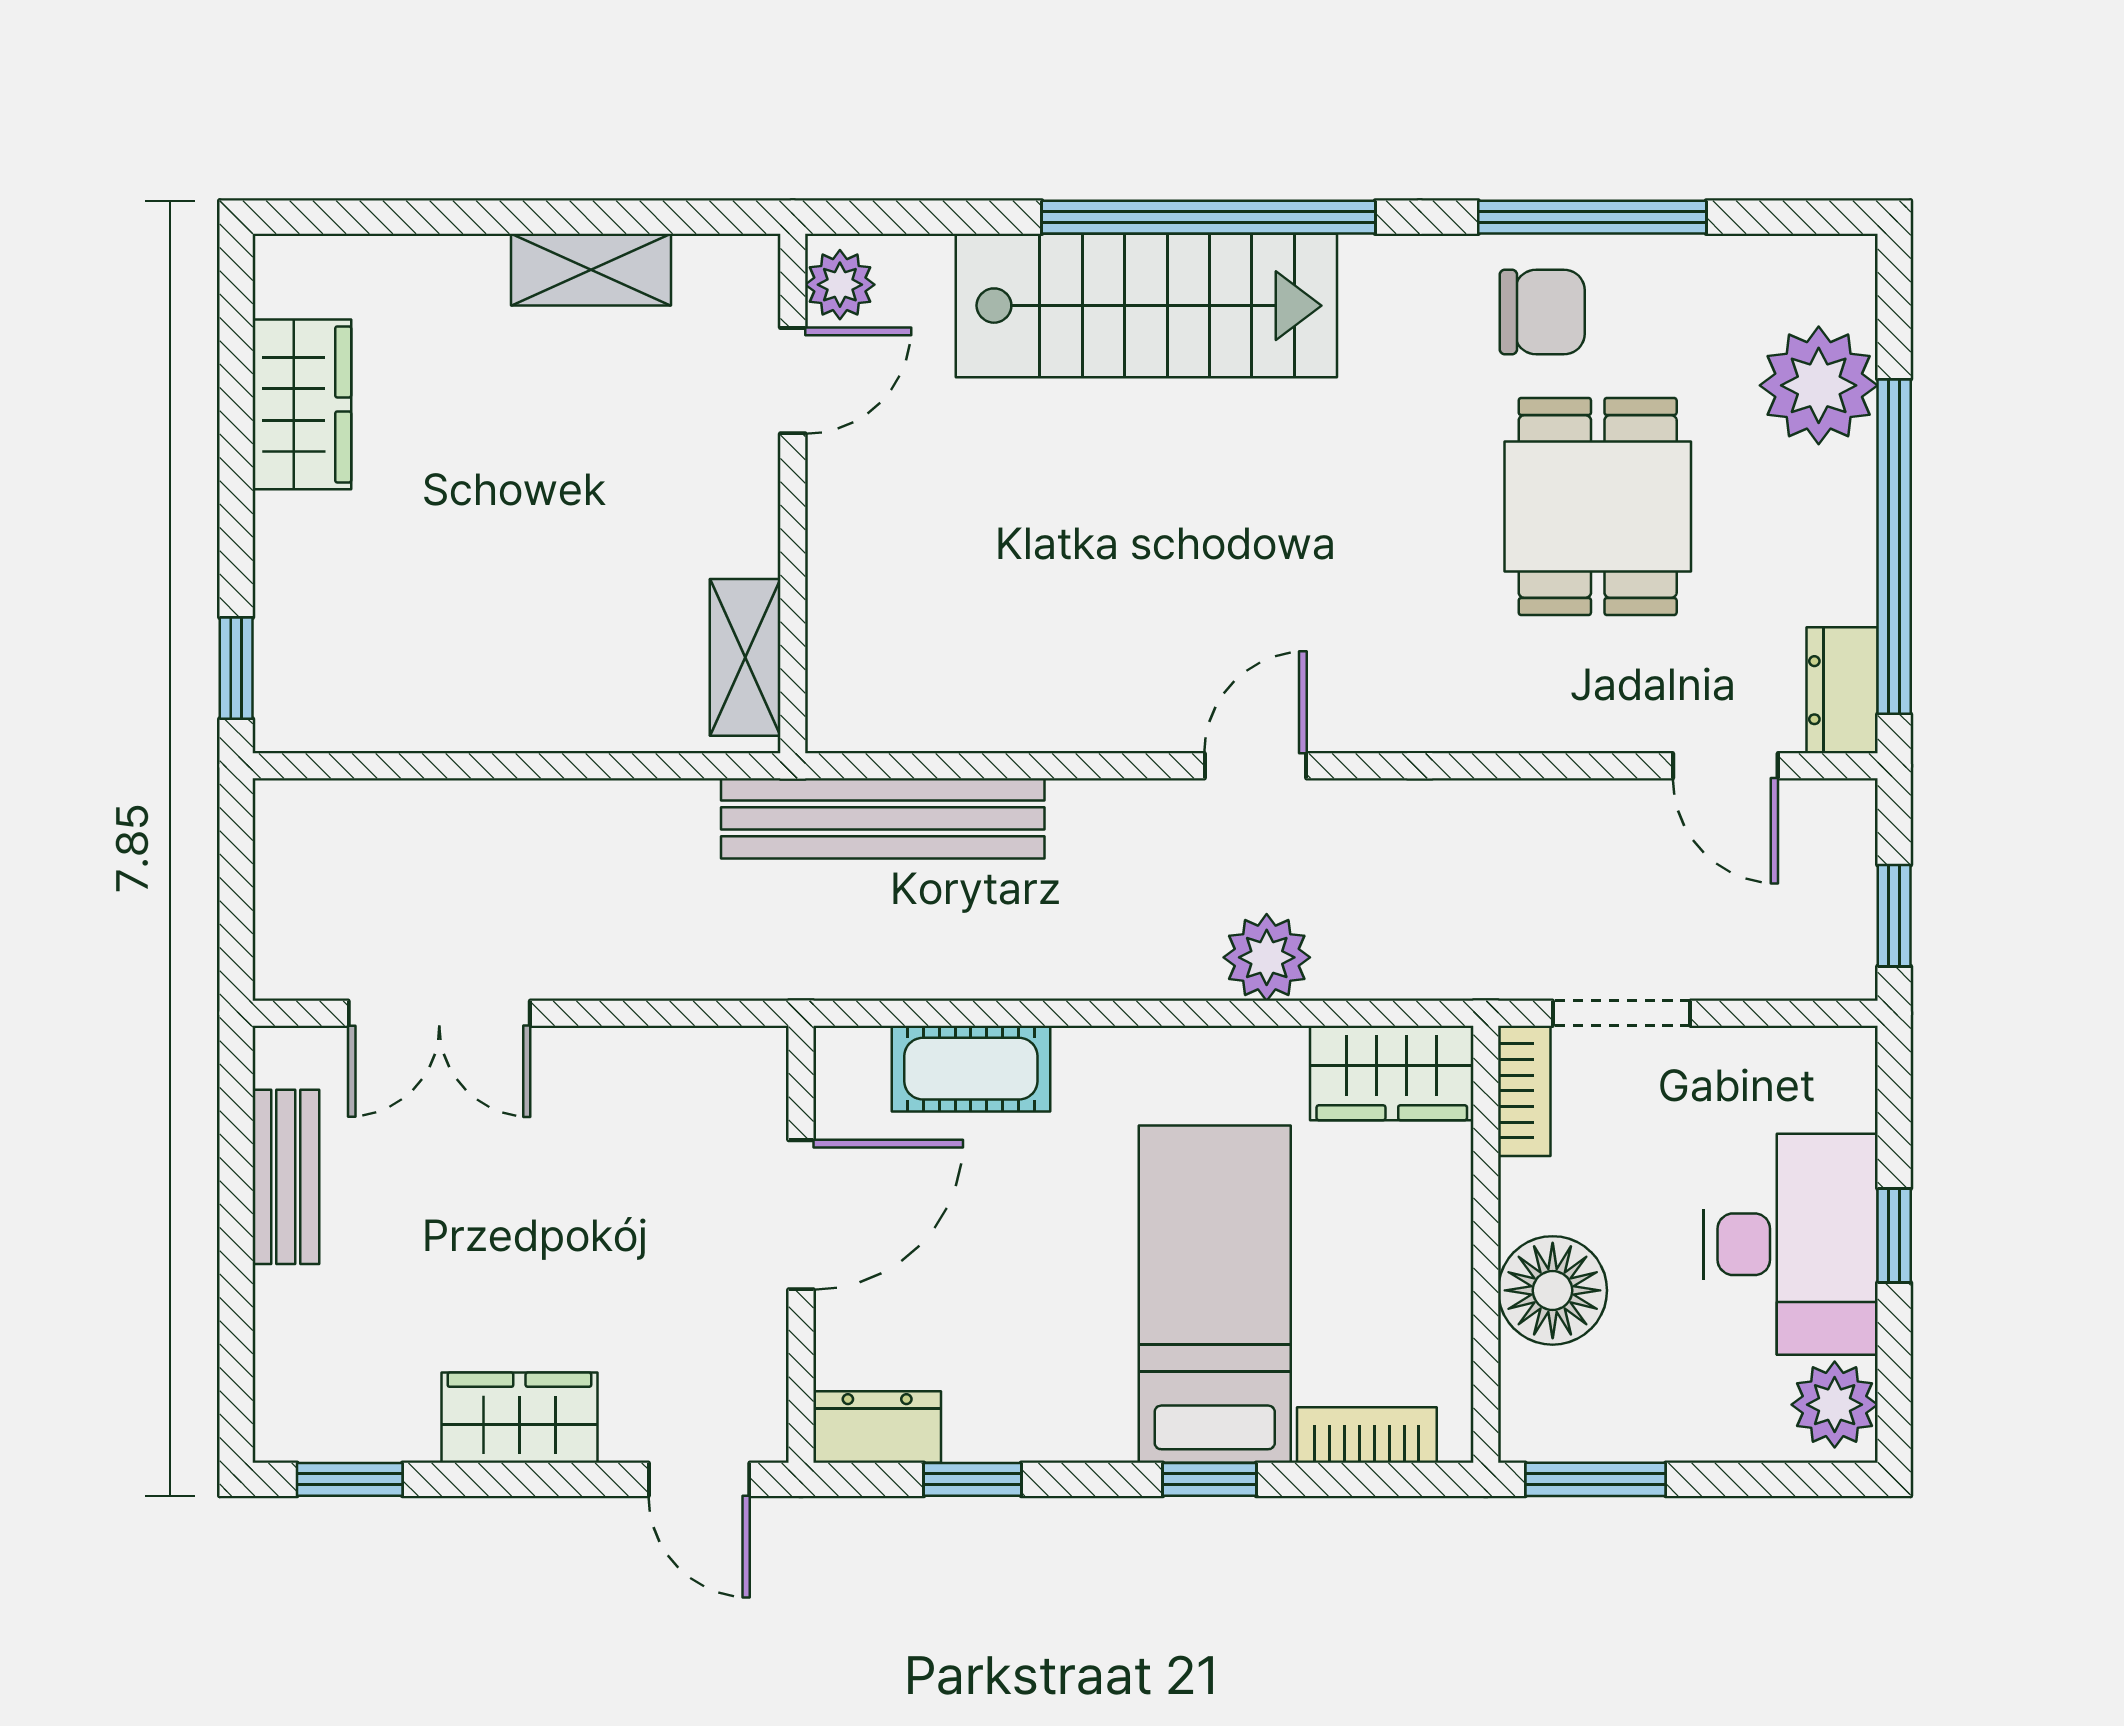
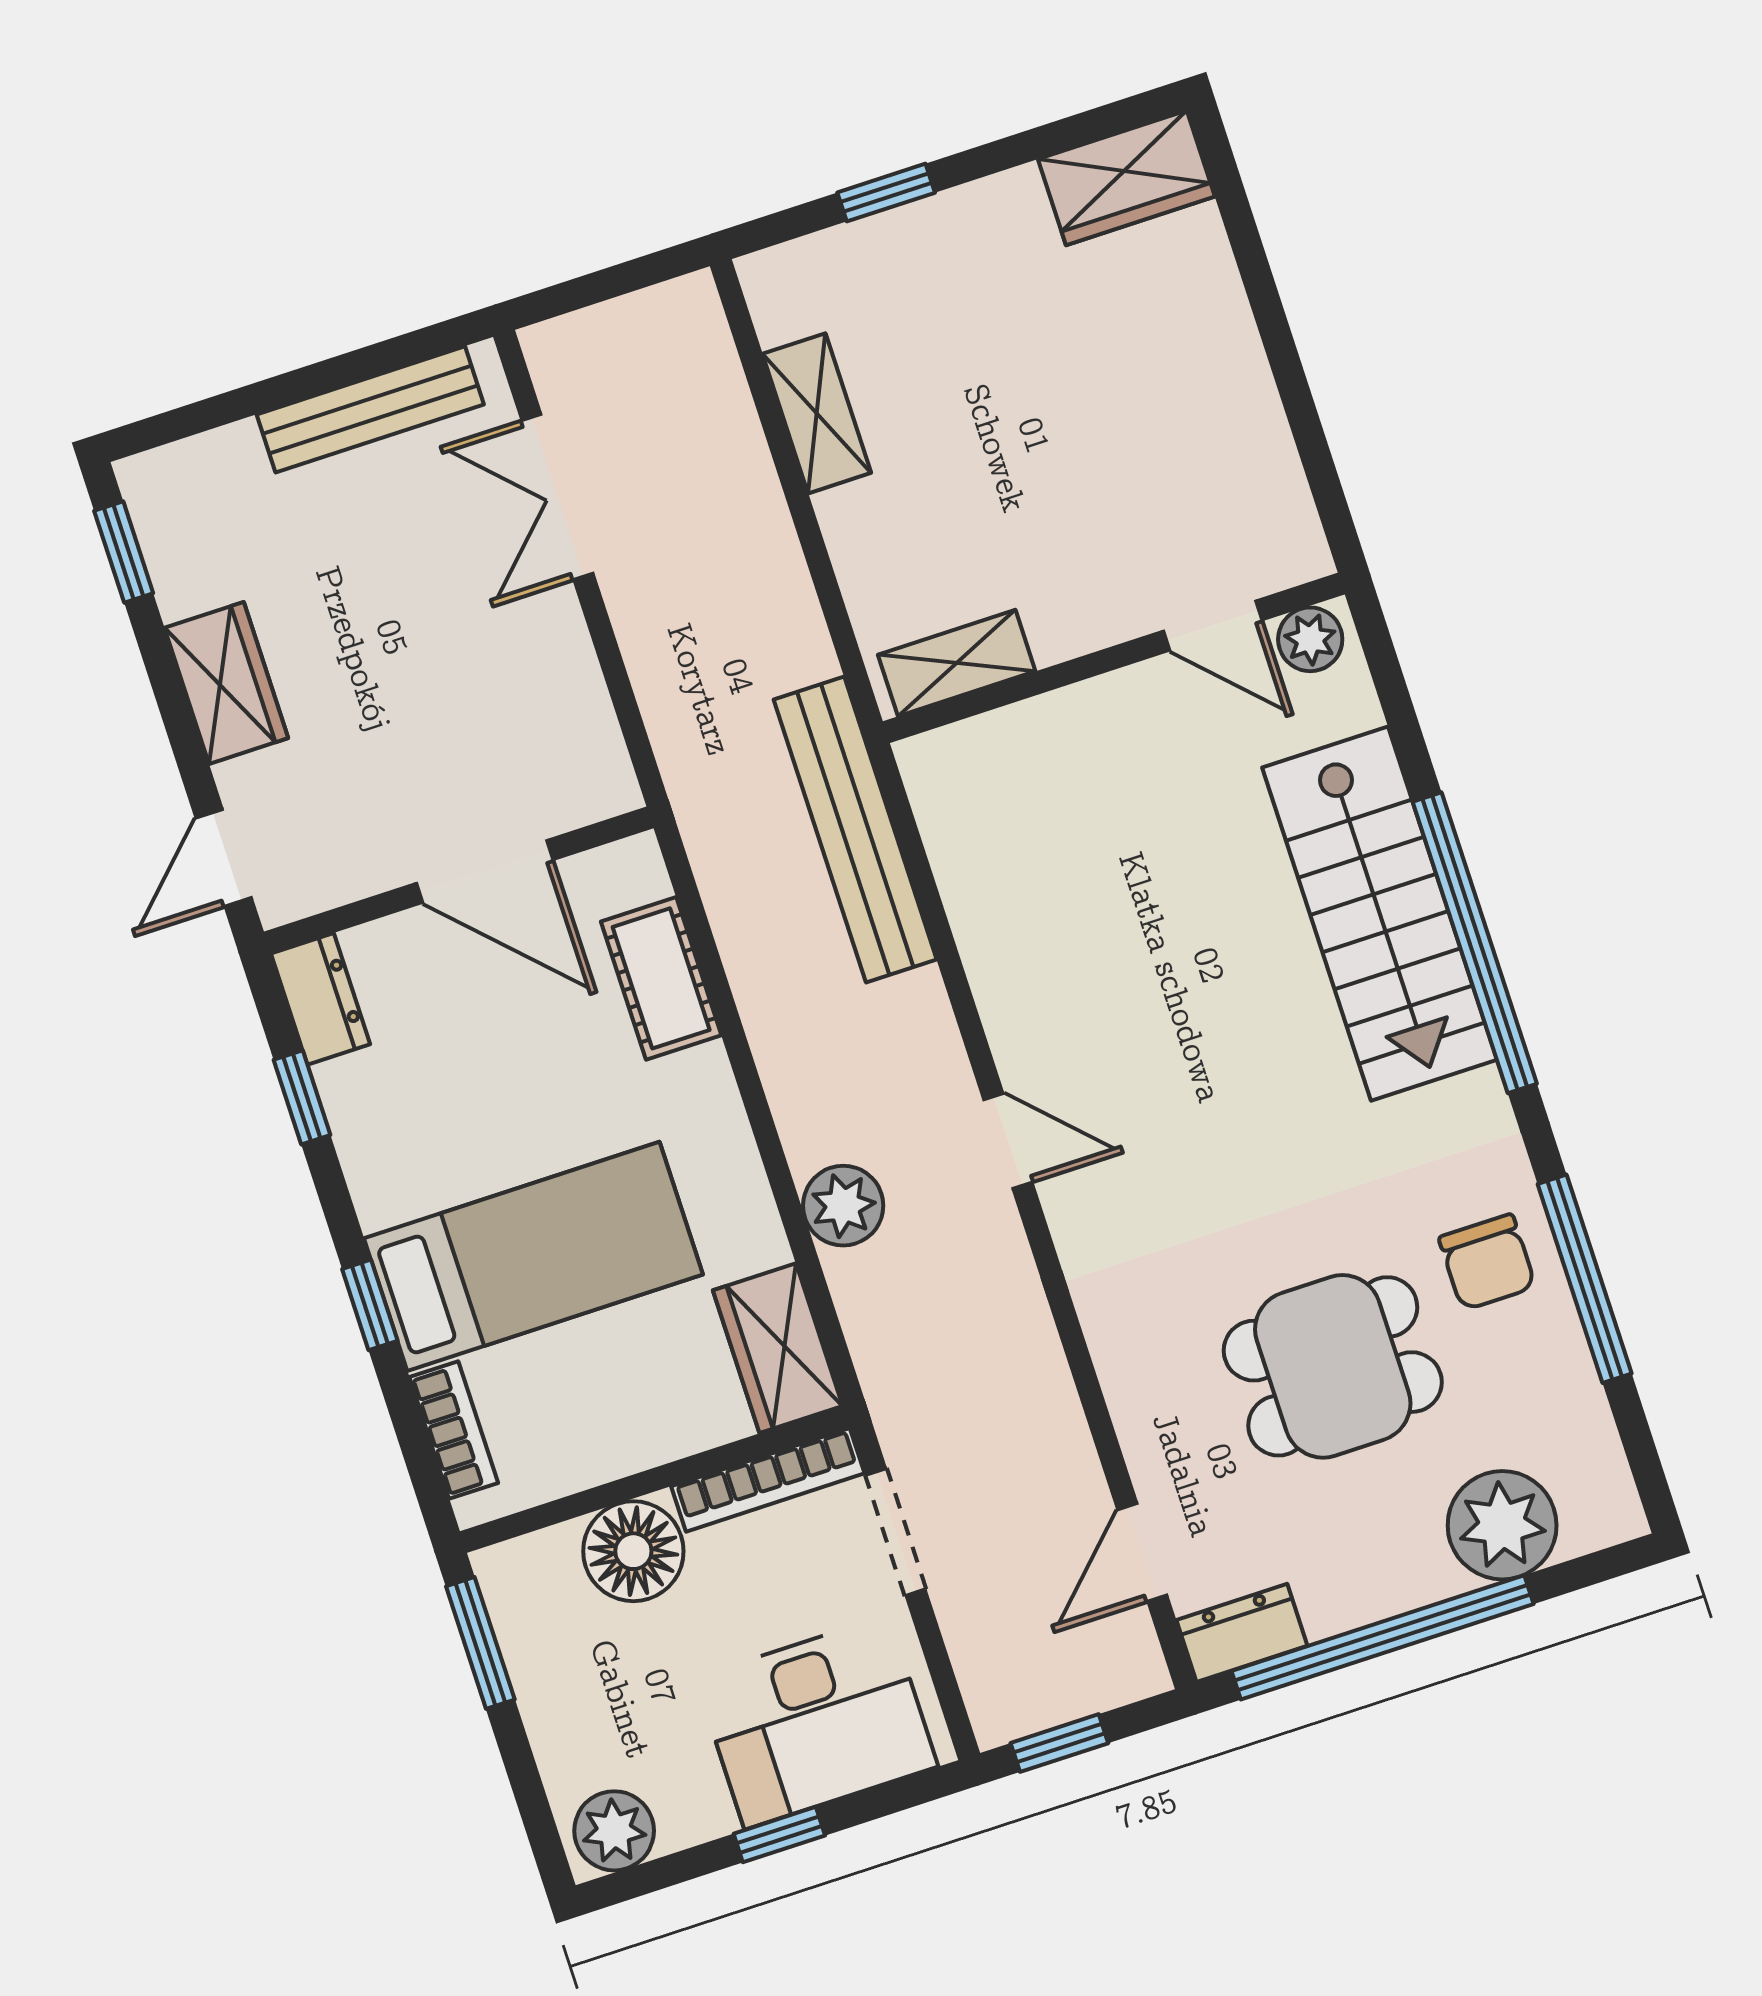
shelving: (591, 270) -> (817, 413), moved
wardrobe: (302, 404) -> (1126, 178), moved
window: (236, 668) -> (886, 193), moved
bookcase: (1524, 1091) -> (768, 1480), width x1.56
bench: (286, 1177) -> (370, 409), width x1.36
desk: (1791, 1244) -> (817, 1722), moved

